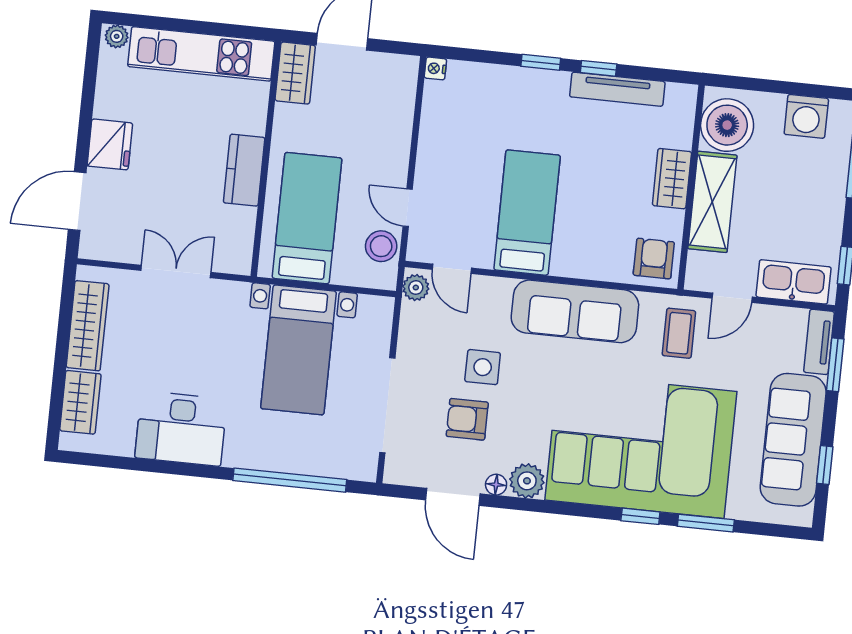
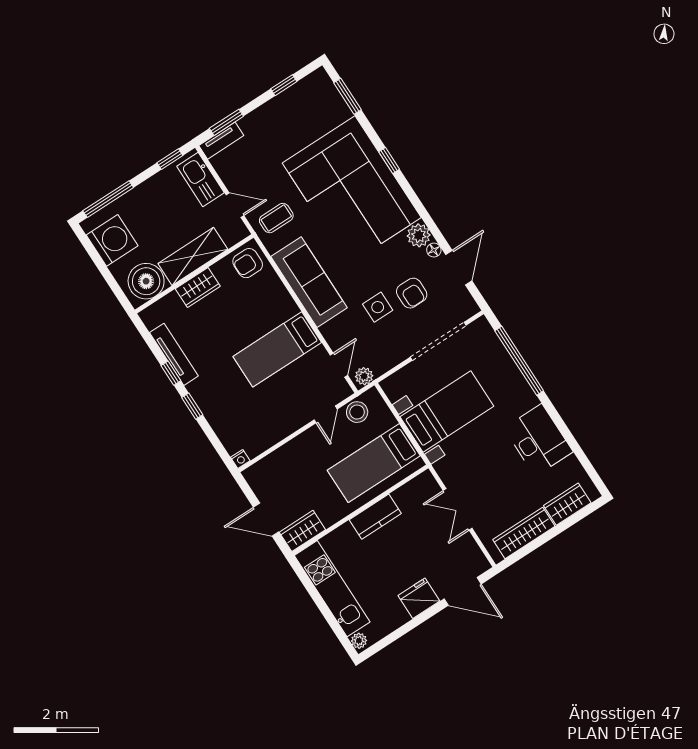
washing machine: (806, 116) -> (112, 240), width x1.37, depth x1.37
sofa: (793, 440) -> (284, 113), removed
window: (706, 523) -> (347, 96), moved

